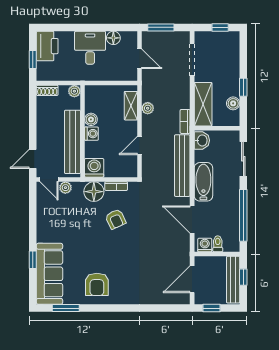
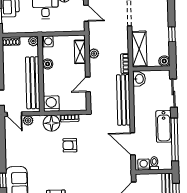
boiler: (233, 103) -> (164, 61), moved
washing machine: (91, 134) -> (47, 41), moved
bathtub: (203, 182) -> (164, 126), moved, turned 180
armchair: (116, 219) -> (70, 145), turned 115

